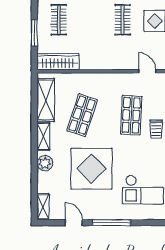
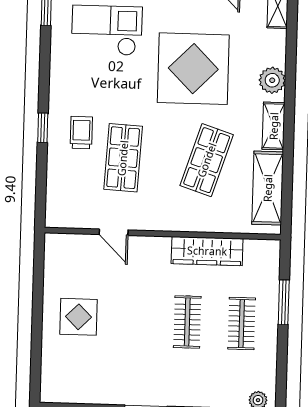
clothes rail: (123, 20) -> (187, 322), moved
wardrobe: (58, 62) -> (207, 251), moved
door: (147, 71) -> (114, 232), moved

